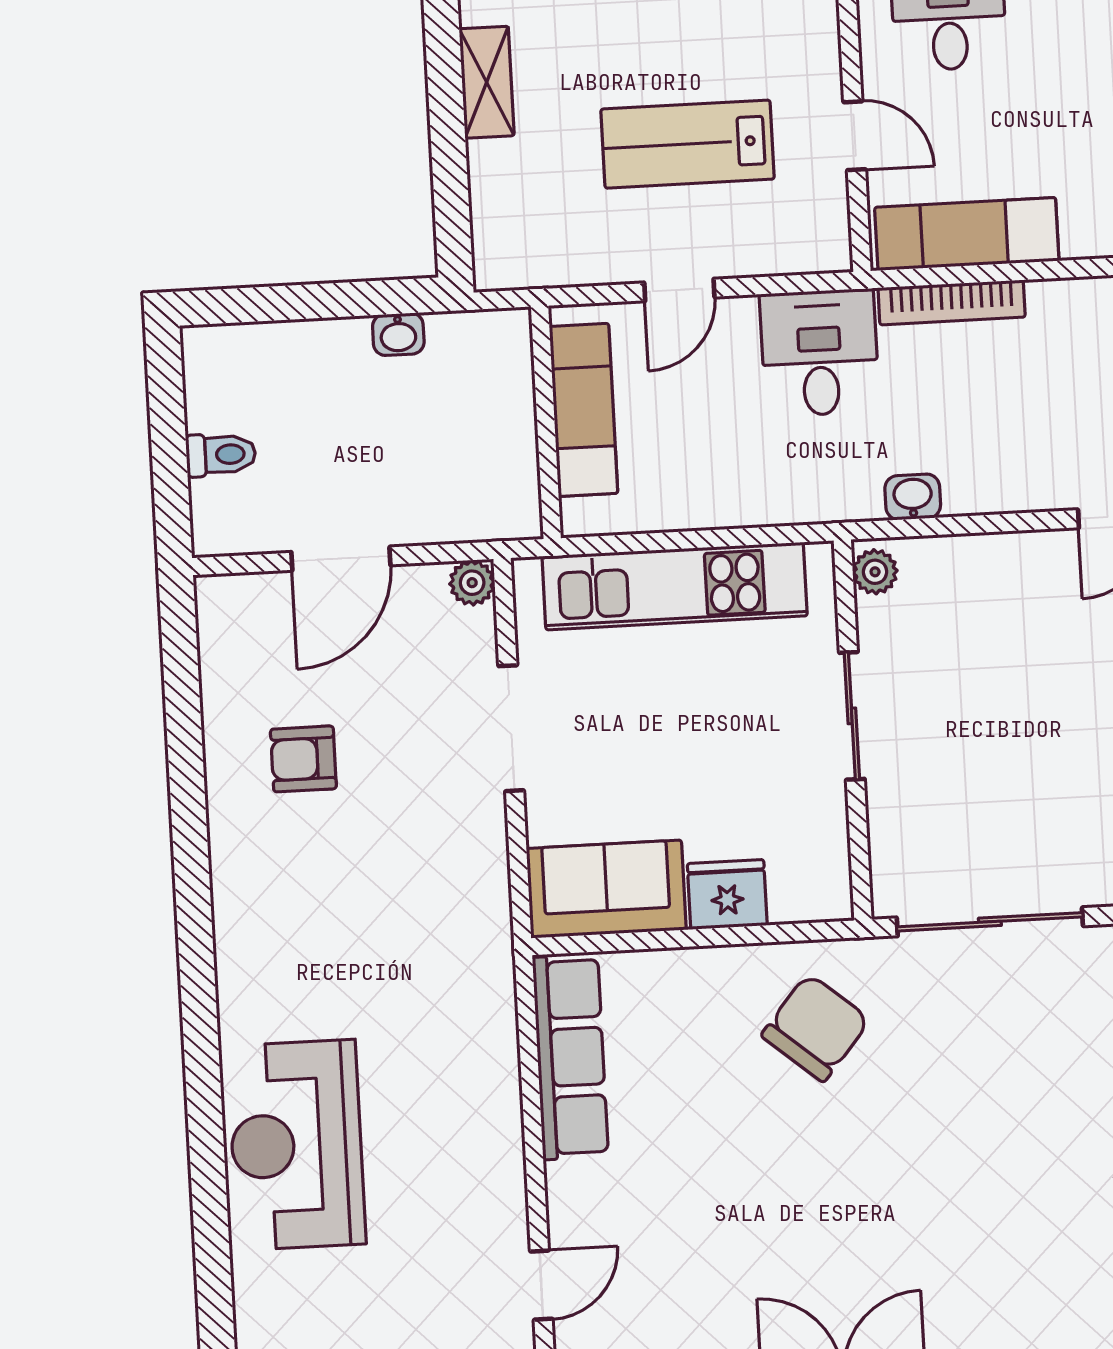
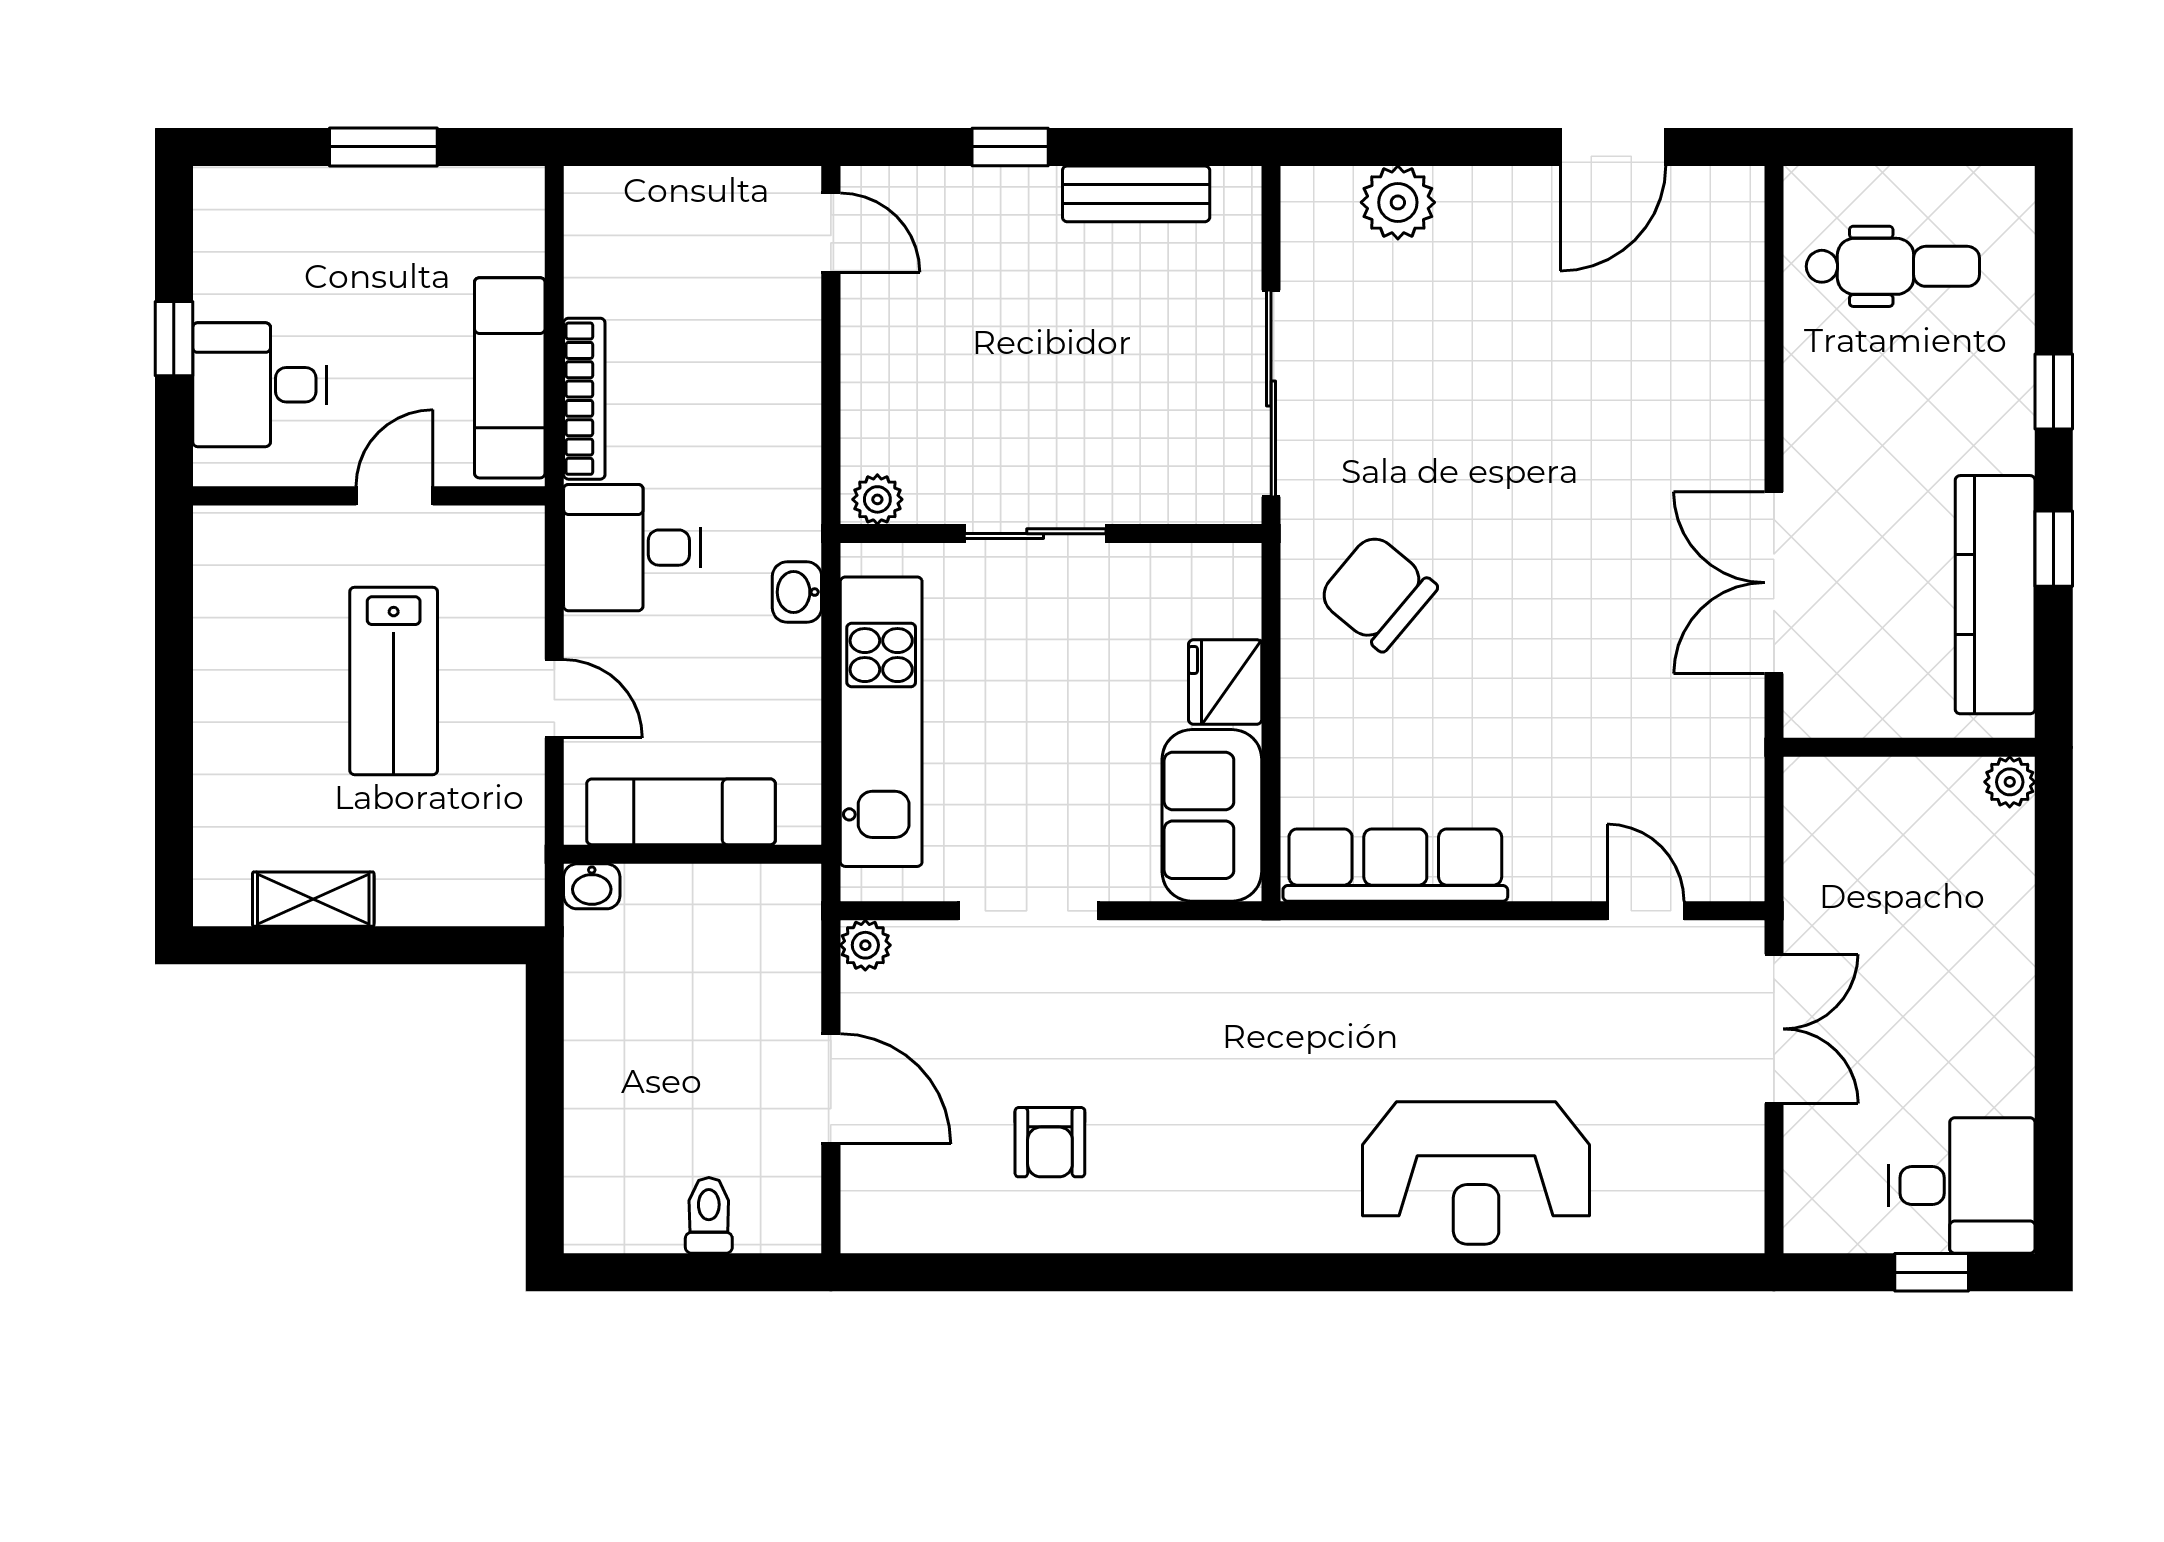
washbasin: (398, 334) -> (592, 886), moved, turned 90
washbasin: (913, 497) -> (797, 592), moved

